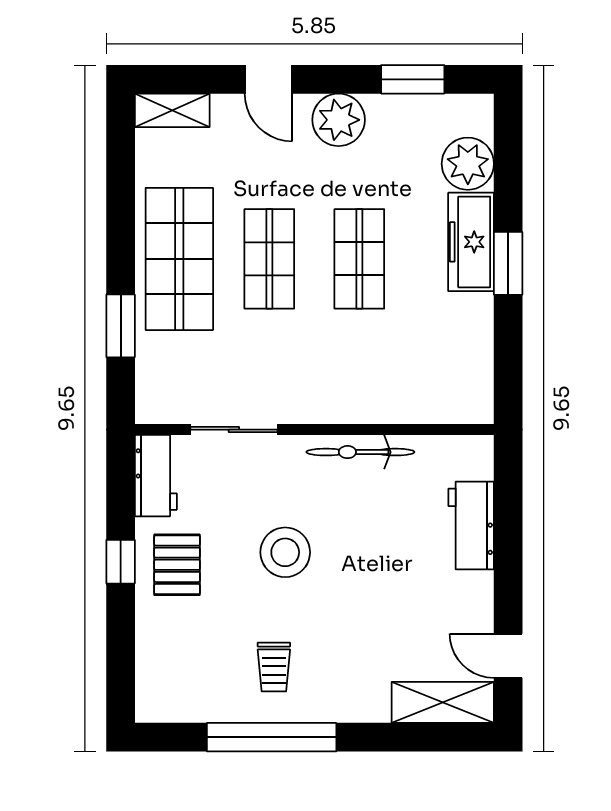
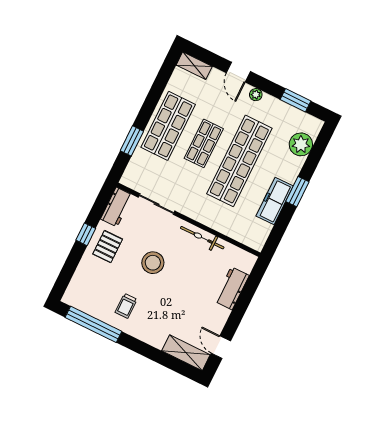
plant: (339, 120) -> (256, 95), width x0.53, depth x0.53
freezer: (471, 242) -> (275, 201), moved
shop shelf: (359, 259) -> (239, 161), width x2.00, depth x1.36
window: (272, 737) -> (93, 324), moved

